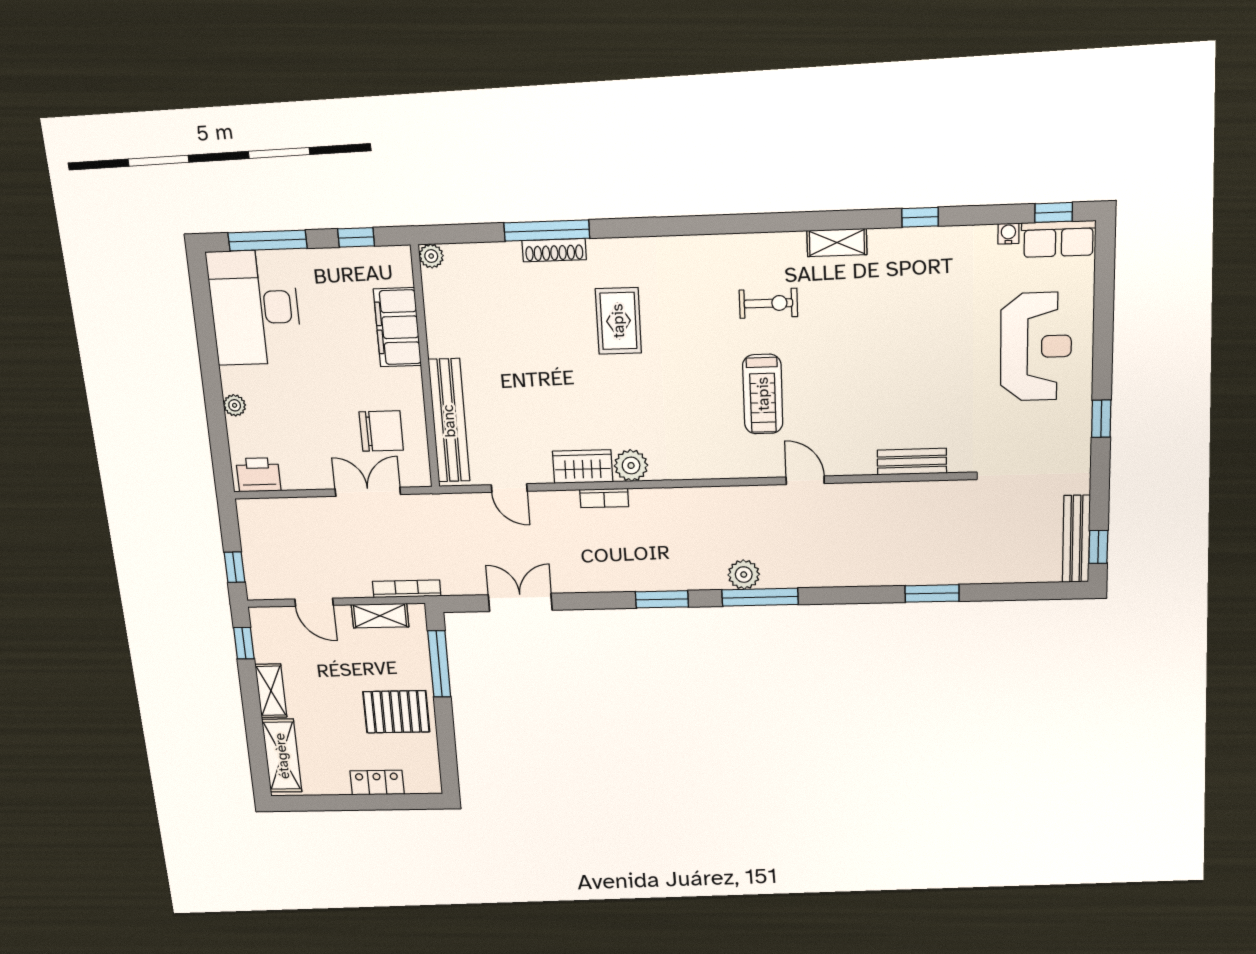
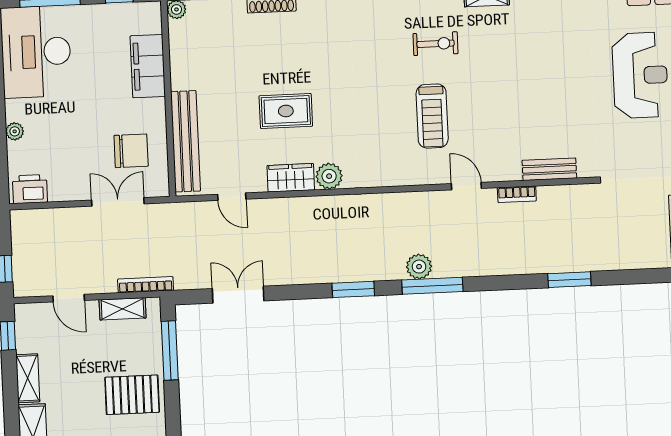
rug: (618, 321) -> (286, 111), moved, turned 90
bookcase: (604, 498) -> (517, 194), moved

